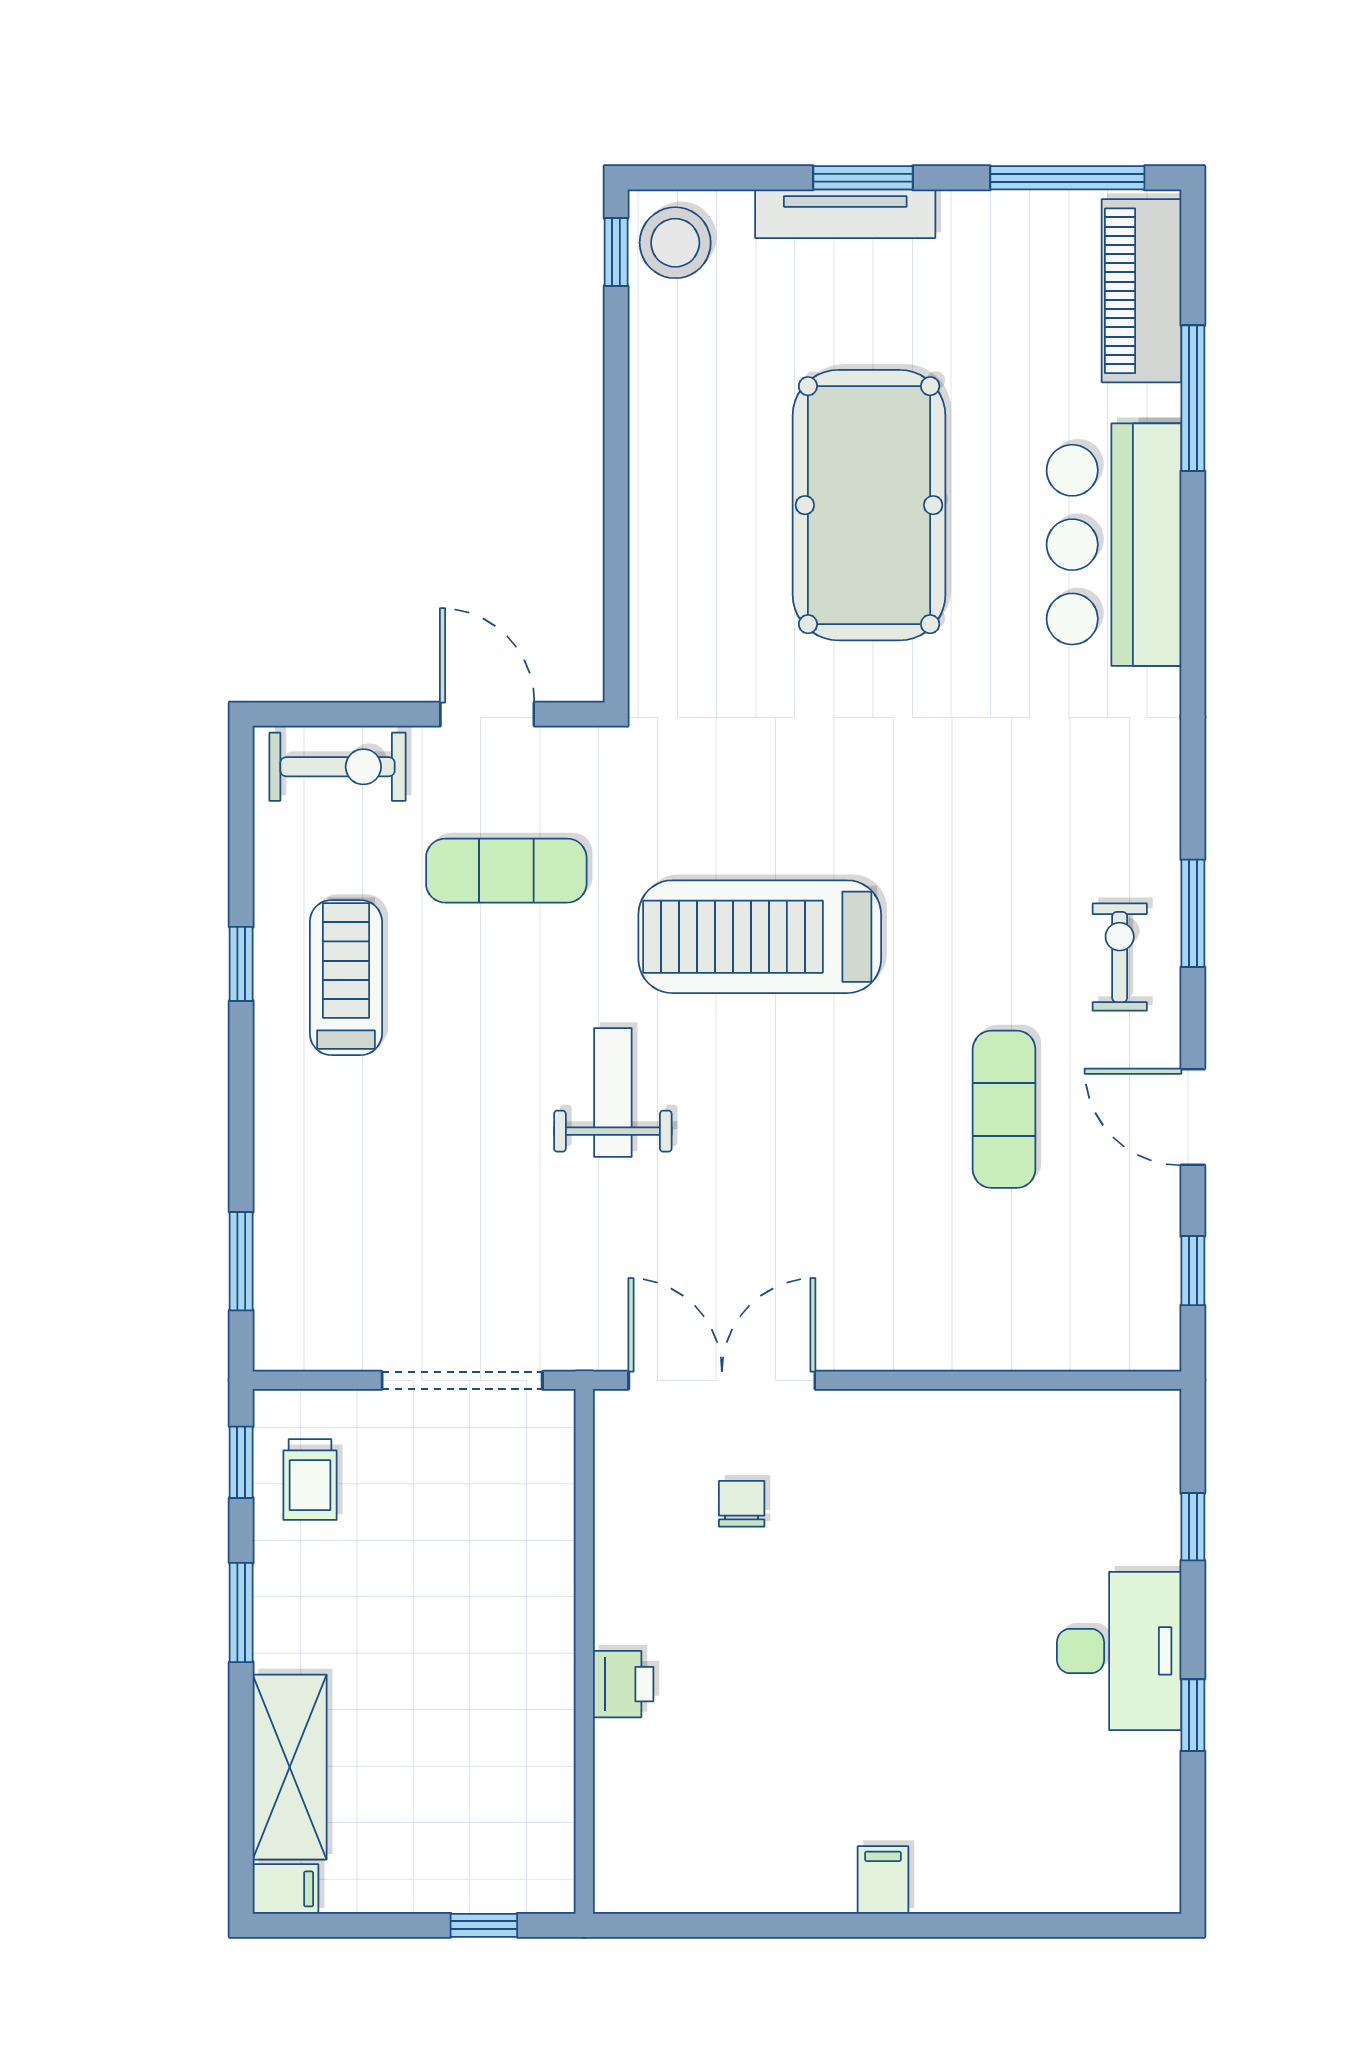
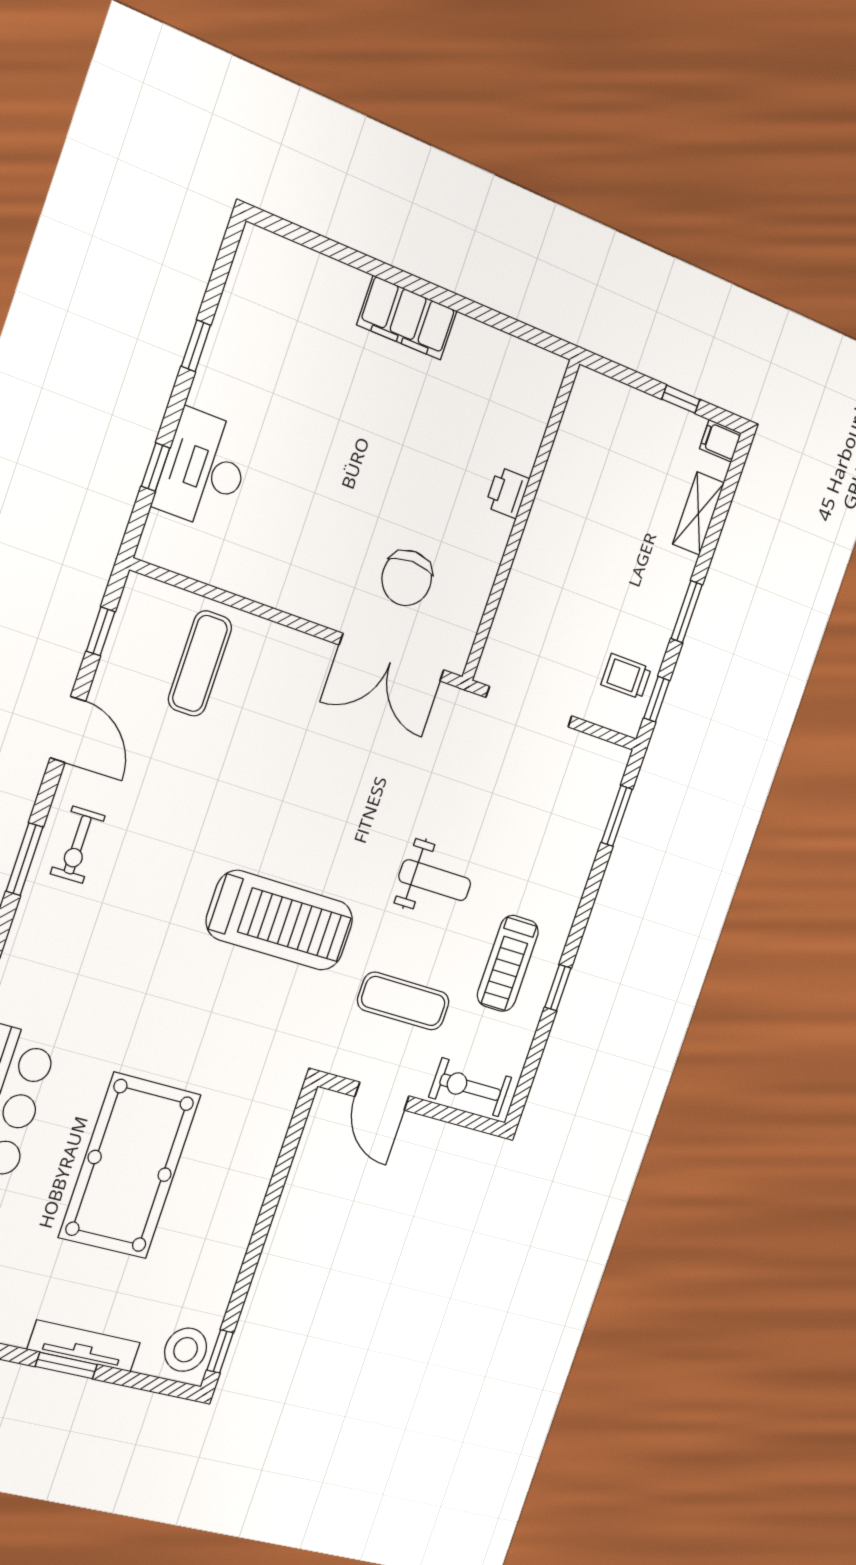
weight bench: (613, 1092) -> (435, 880), moved, turned -90
exercise mat: (1004, 1109) -> (200, 663), moved
trolley: (310, 1480) -> (626, 676), turned -90
chair: (742, 1504) -> (407, 578), width x1.87, depth x1.87
desk: (1119, 1651) -> (204, 469), moved
shelving: (290, 1767) -> (698, 514), width x0.67, depth x0.75
filing cabinet: (883, 1880) -> (407, 318), width x3.00, depth x1.17
window: (484, 1925) -> (681, 399), moved

